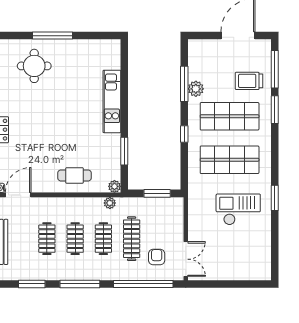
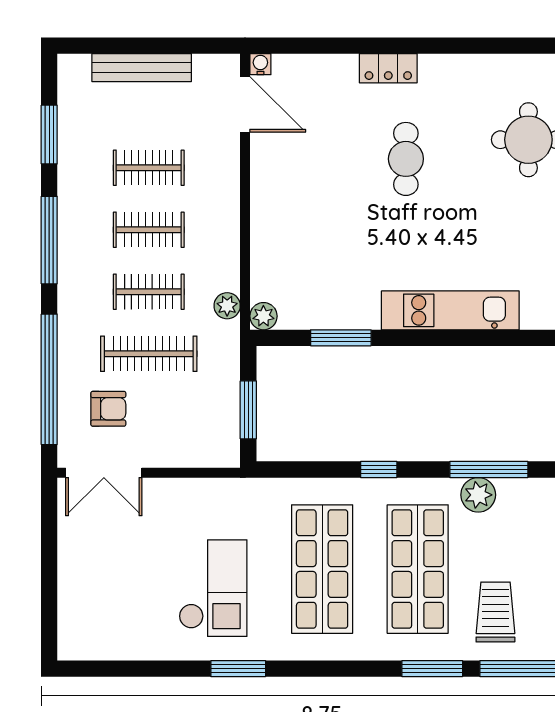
cafe table: (75, 175) -> (406, 159), moved

